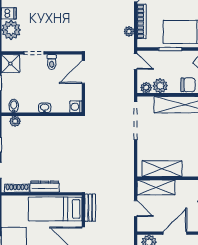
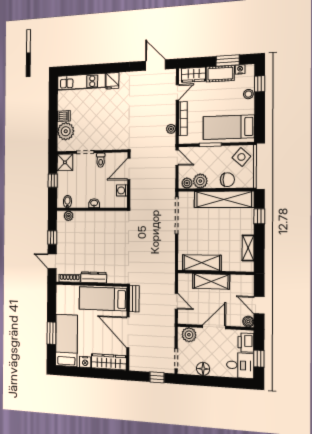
washing machine: (76, 107) -> (122, 190), moved
shelving: (156, 187) -> (211, 281), moved

